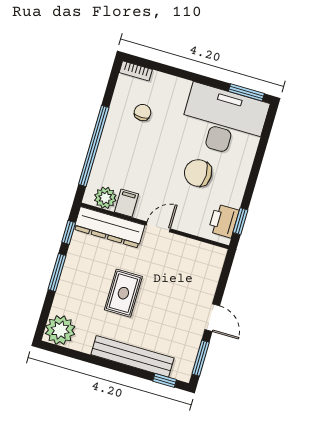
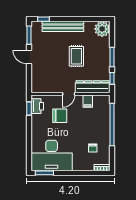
chair: (198, 173) -> (60, 116), moved
plant: (105, 198) -> (99, 101), removed

